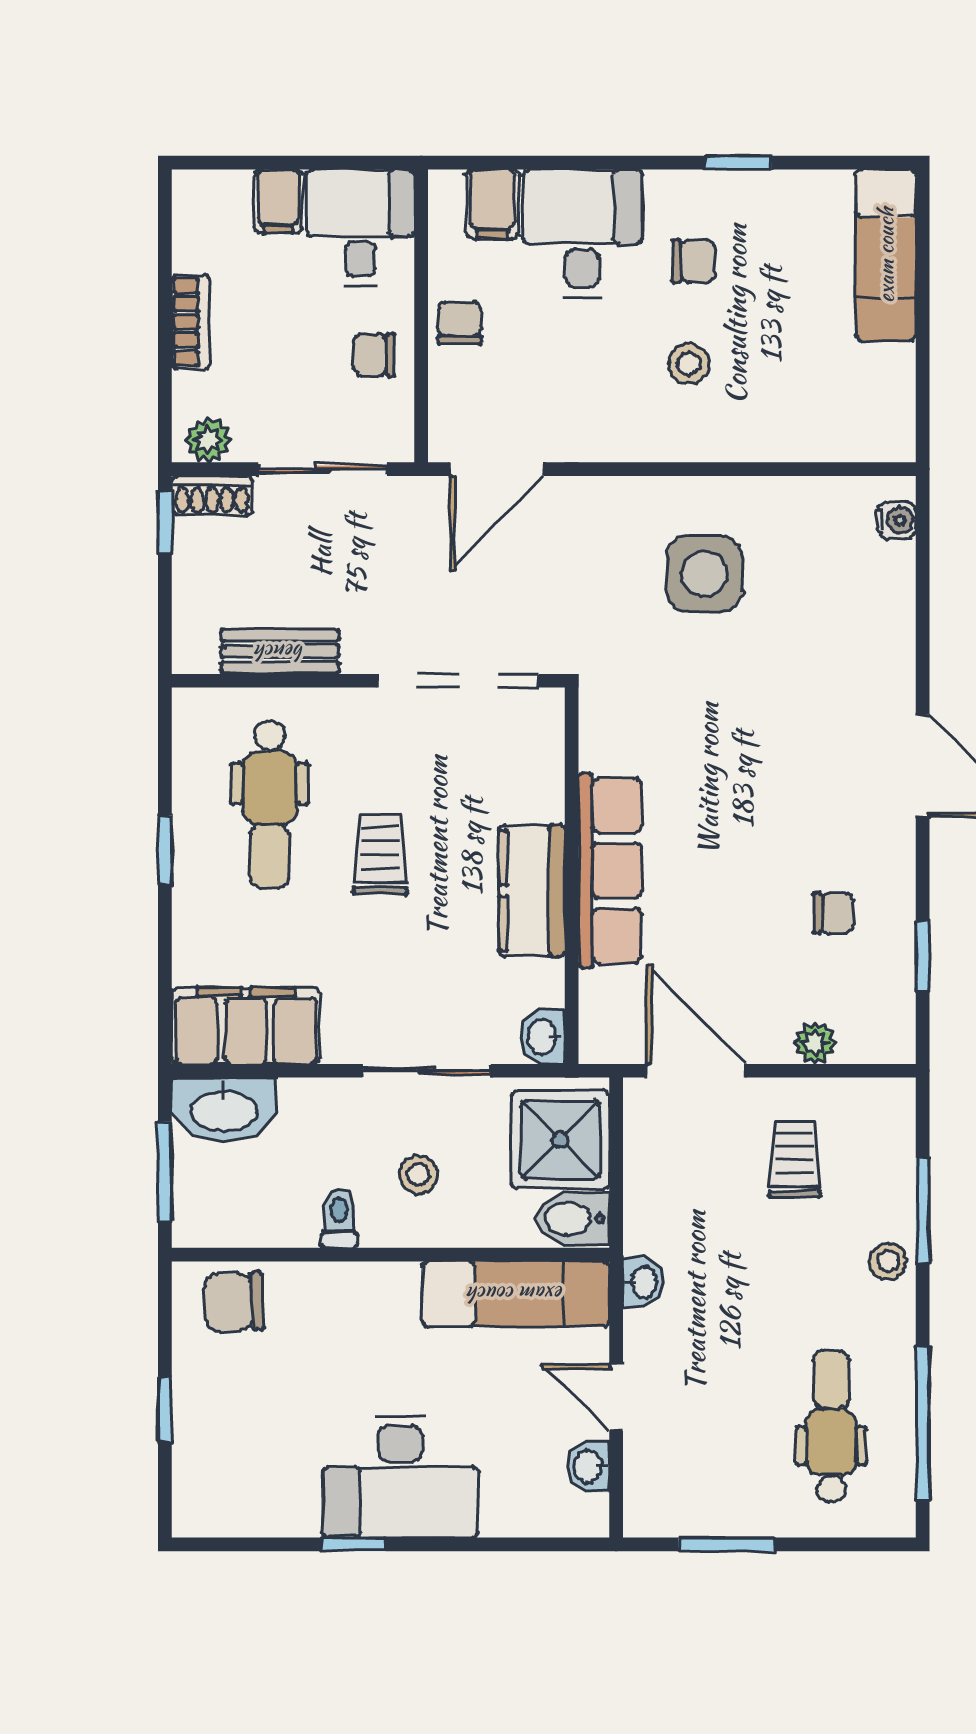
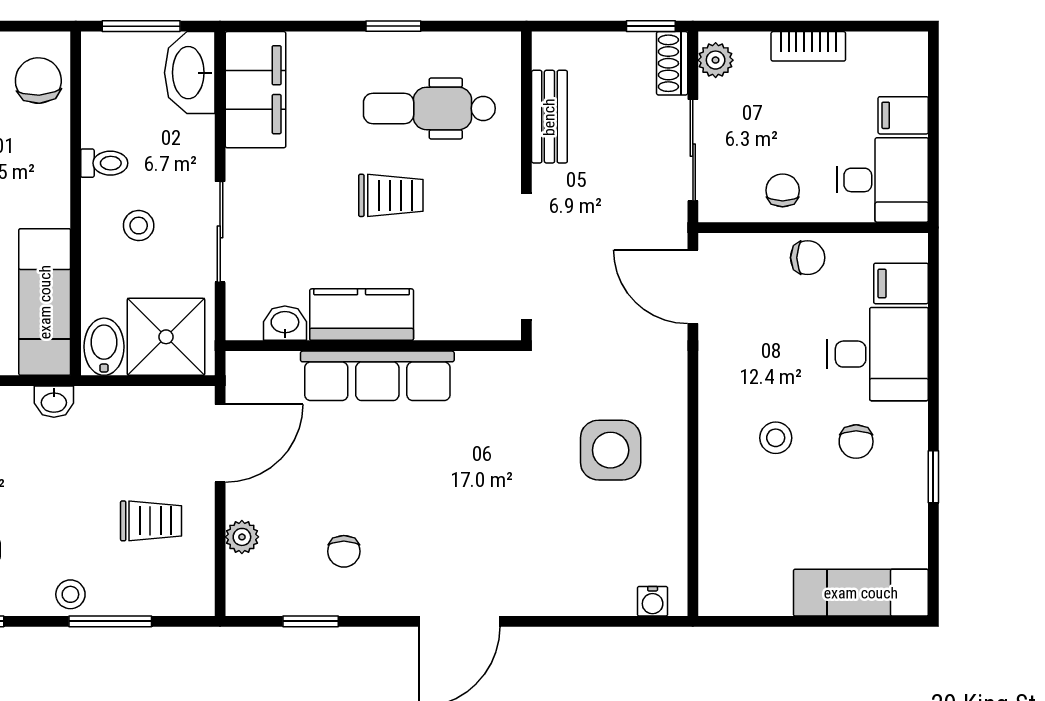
washbasin: (543, 1037) -> (285, 323), moved

